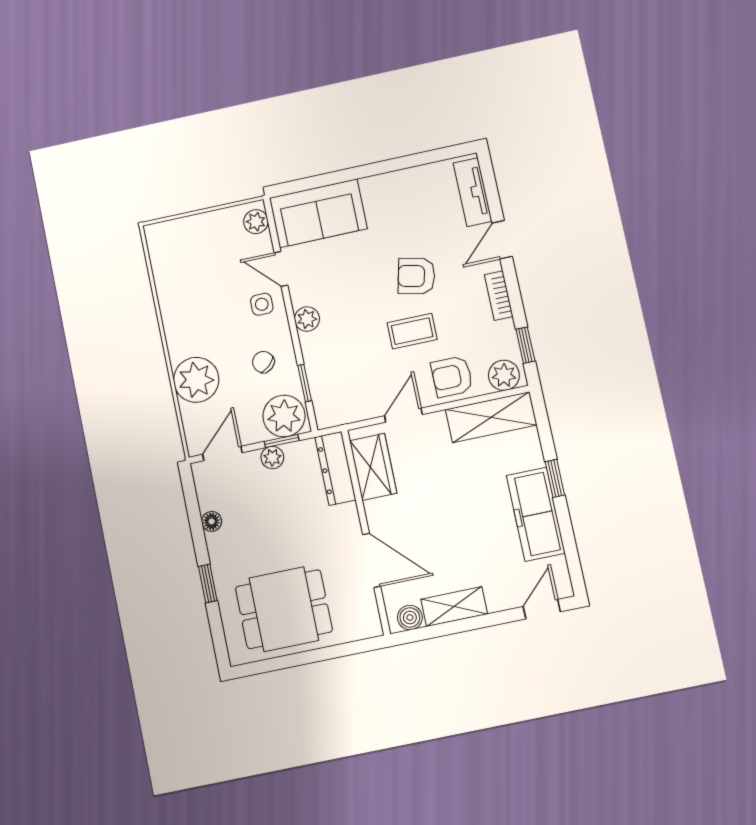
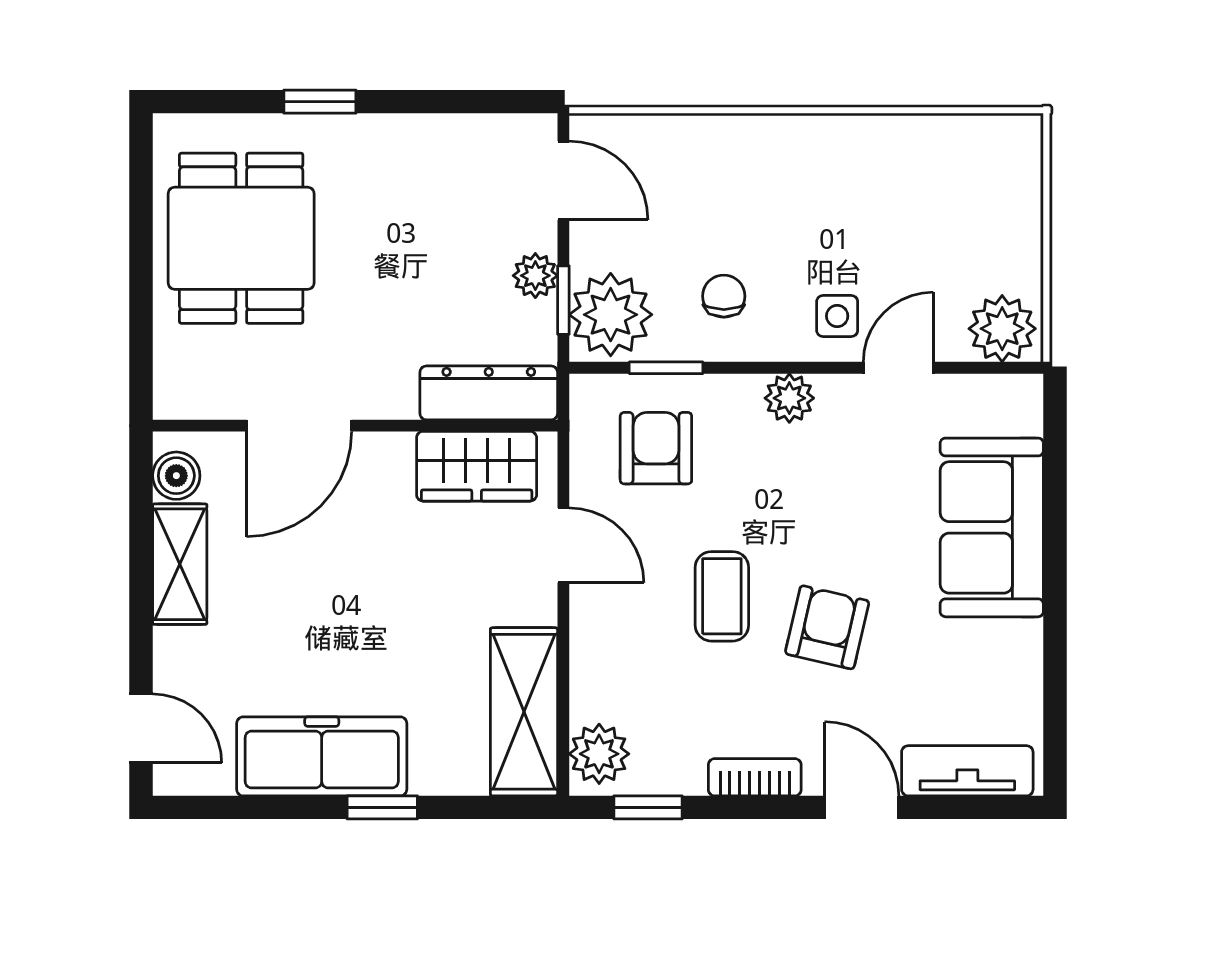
sofa: (318, 213) -> (992, 527), moved
plant: (256, 222) -> (1002, 329), width x1.38, depth x1.38
chair: (263, 362) -> (724, 296), turned -49
armchair: (452, 377) -> (656, 448), moved
plant: (196, 380) -> (717, 158), removed
floor lamp: (212, 521) -> (437, 133), removed

